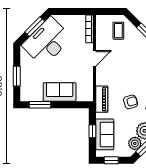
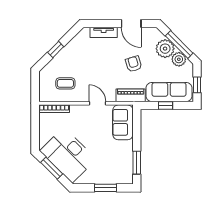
coffee table: (118, 31) -> (65, 83), moved
door: (94, 58) -> (97, 103), moved
sofa: (60, 92) -> (123, 122), moved
sofa: (105, 134) -> (169, 92), width x1.36

